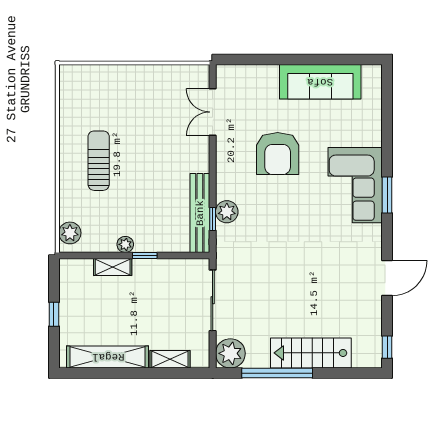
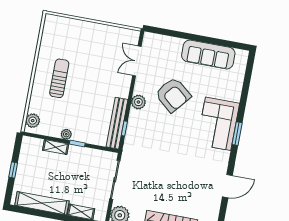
armchair: (278, 154) -> (173, 95), turned -50
plant: (227, 212) -> (138, 102), moved

